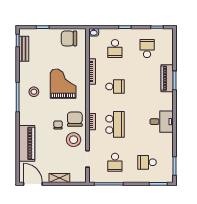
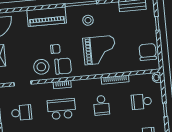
school desk: (115, 124) -> (62, 109), turned 180
piano: (27, 143) -> (47, 17), moved
school desk: (115, 162) -> (22, 113), turned 180

